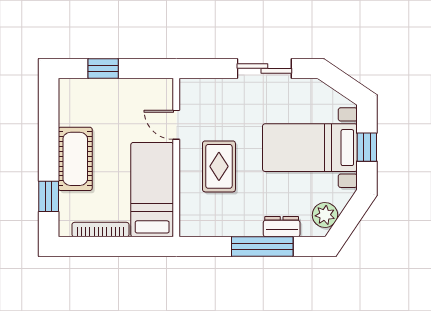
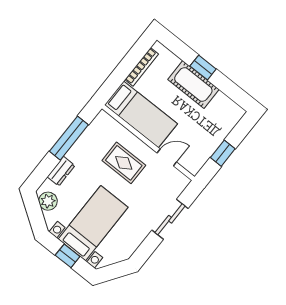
window: (103, 68) -> (223, 153), moved
sliding door: (264, 68) -> (170, 219), moved
window: (49, 196) -> (203, 67), moved
window: (262, 246) -> (69, 138), moved

